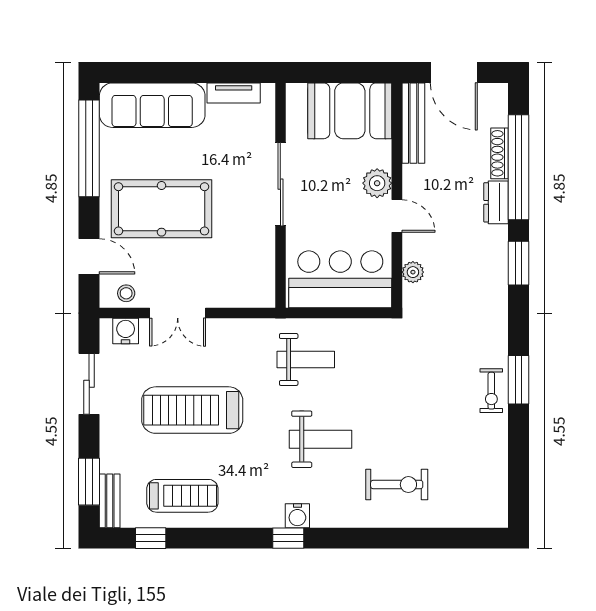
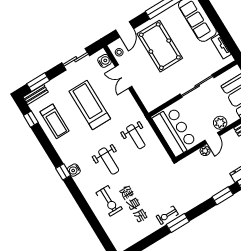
plant: (413, 272) -> (205, 151), moved

